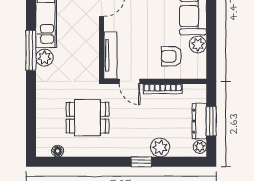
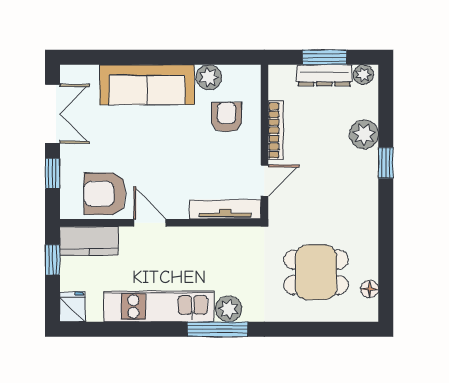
armchair: (171, 56) -> (227, 117), turned 180
dining table: (88, 118) -> (316, 272), moved, turned 90

